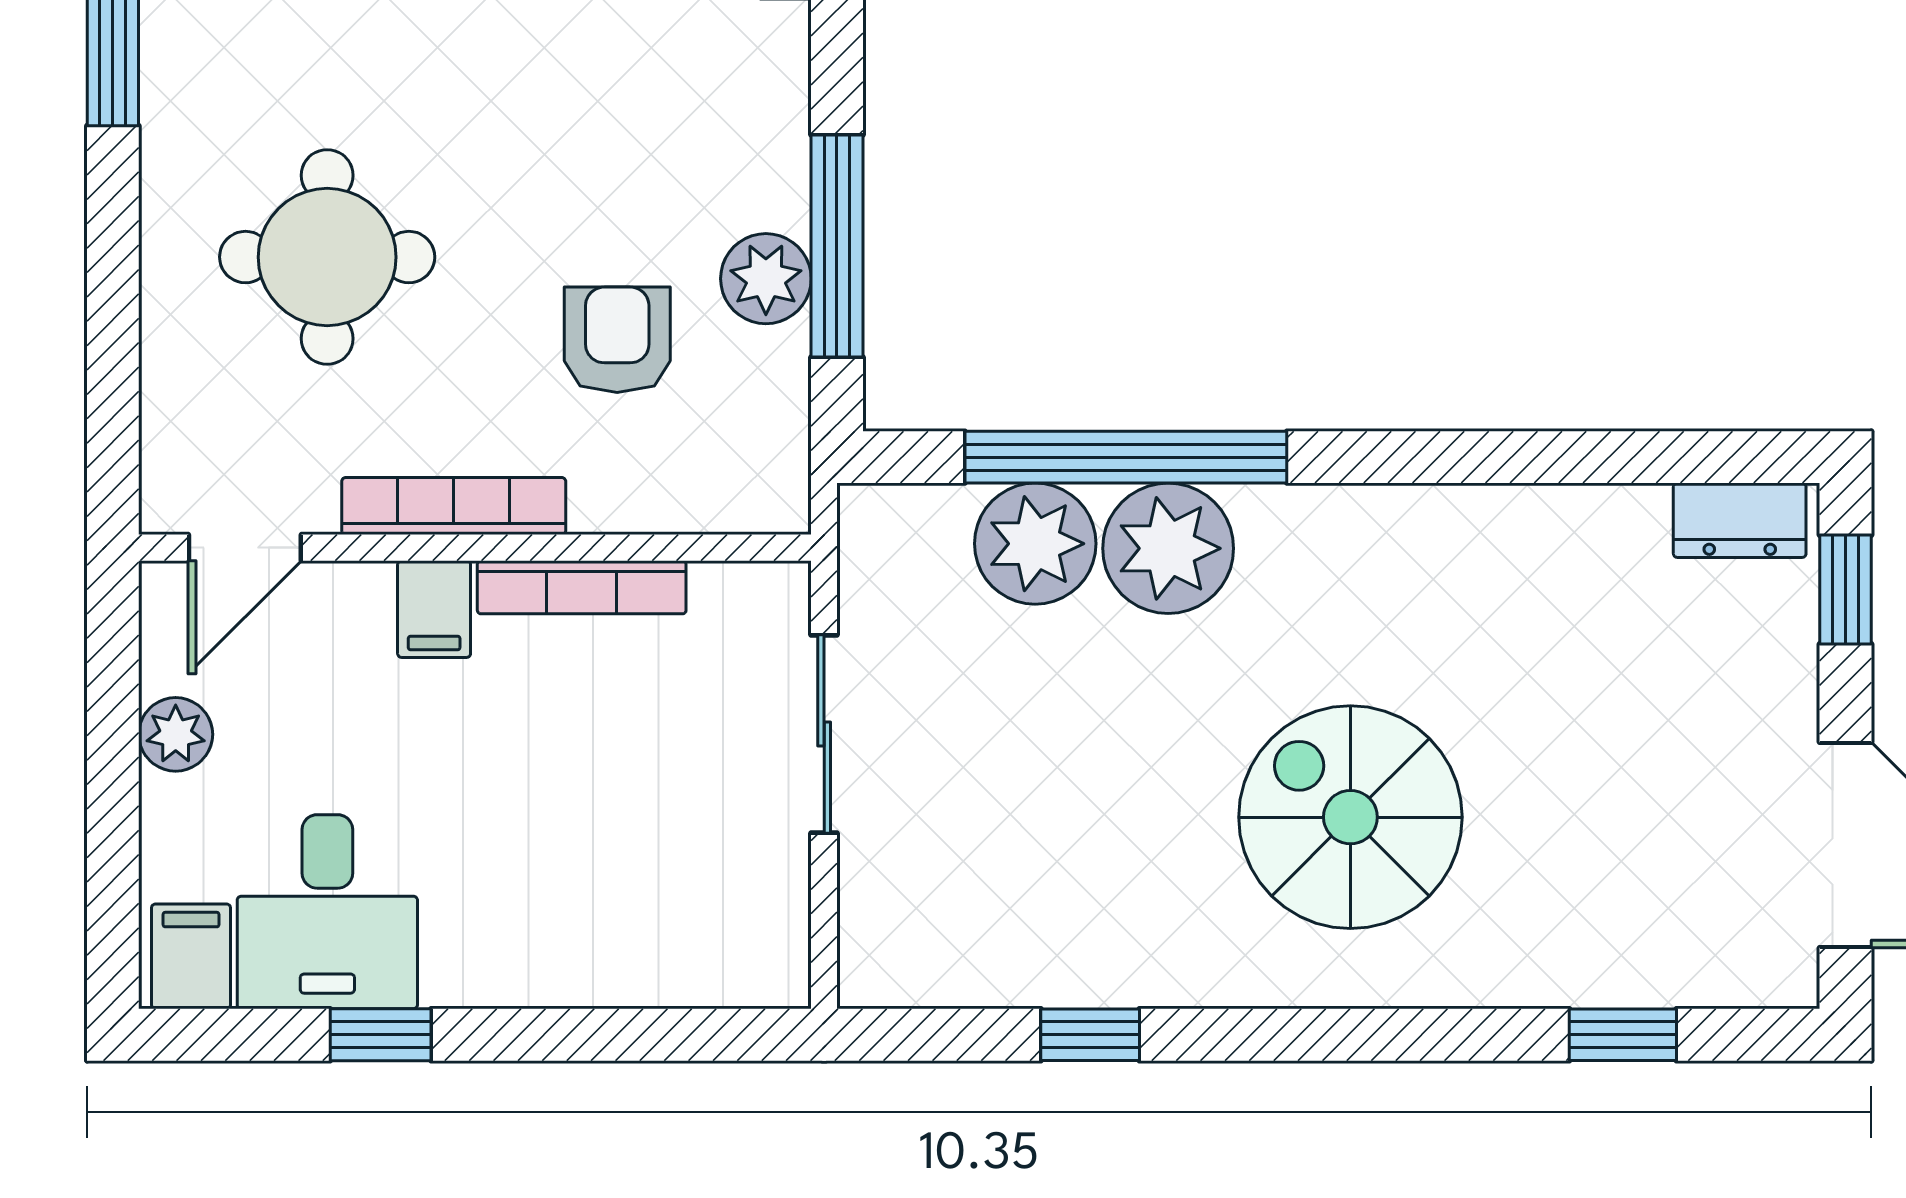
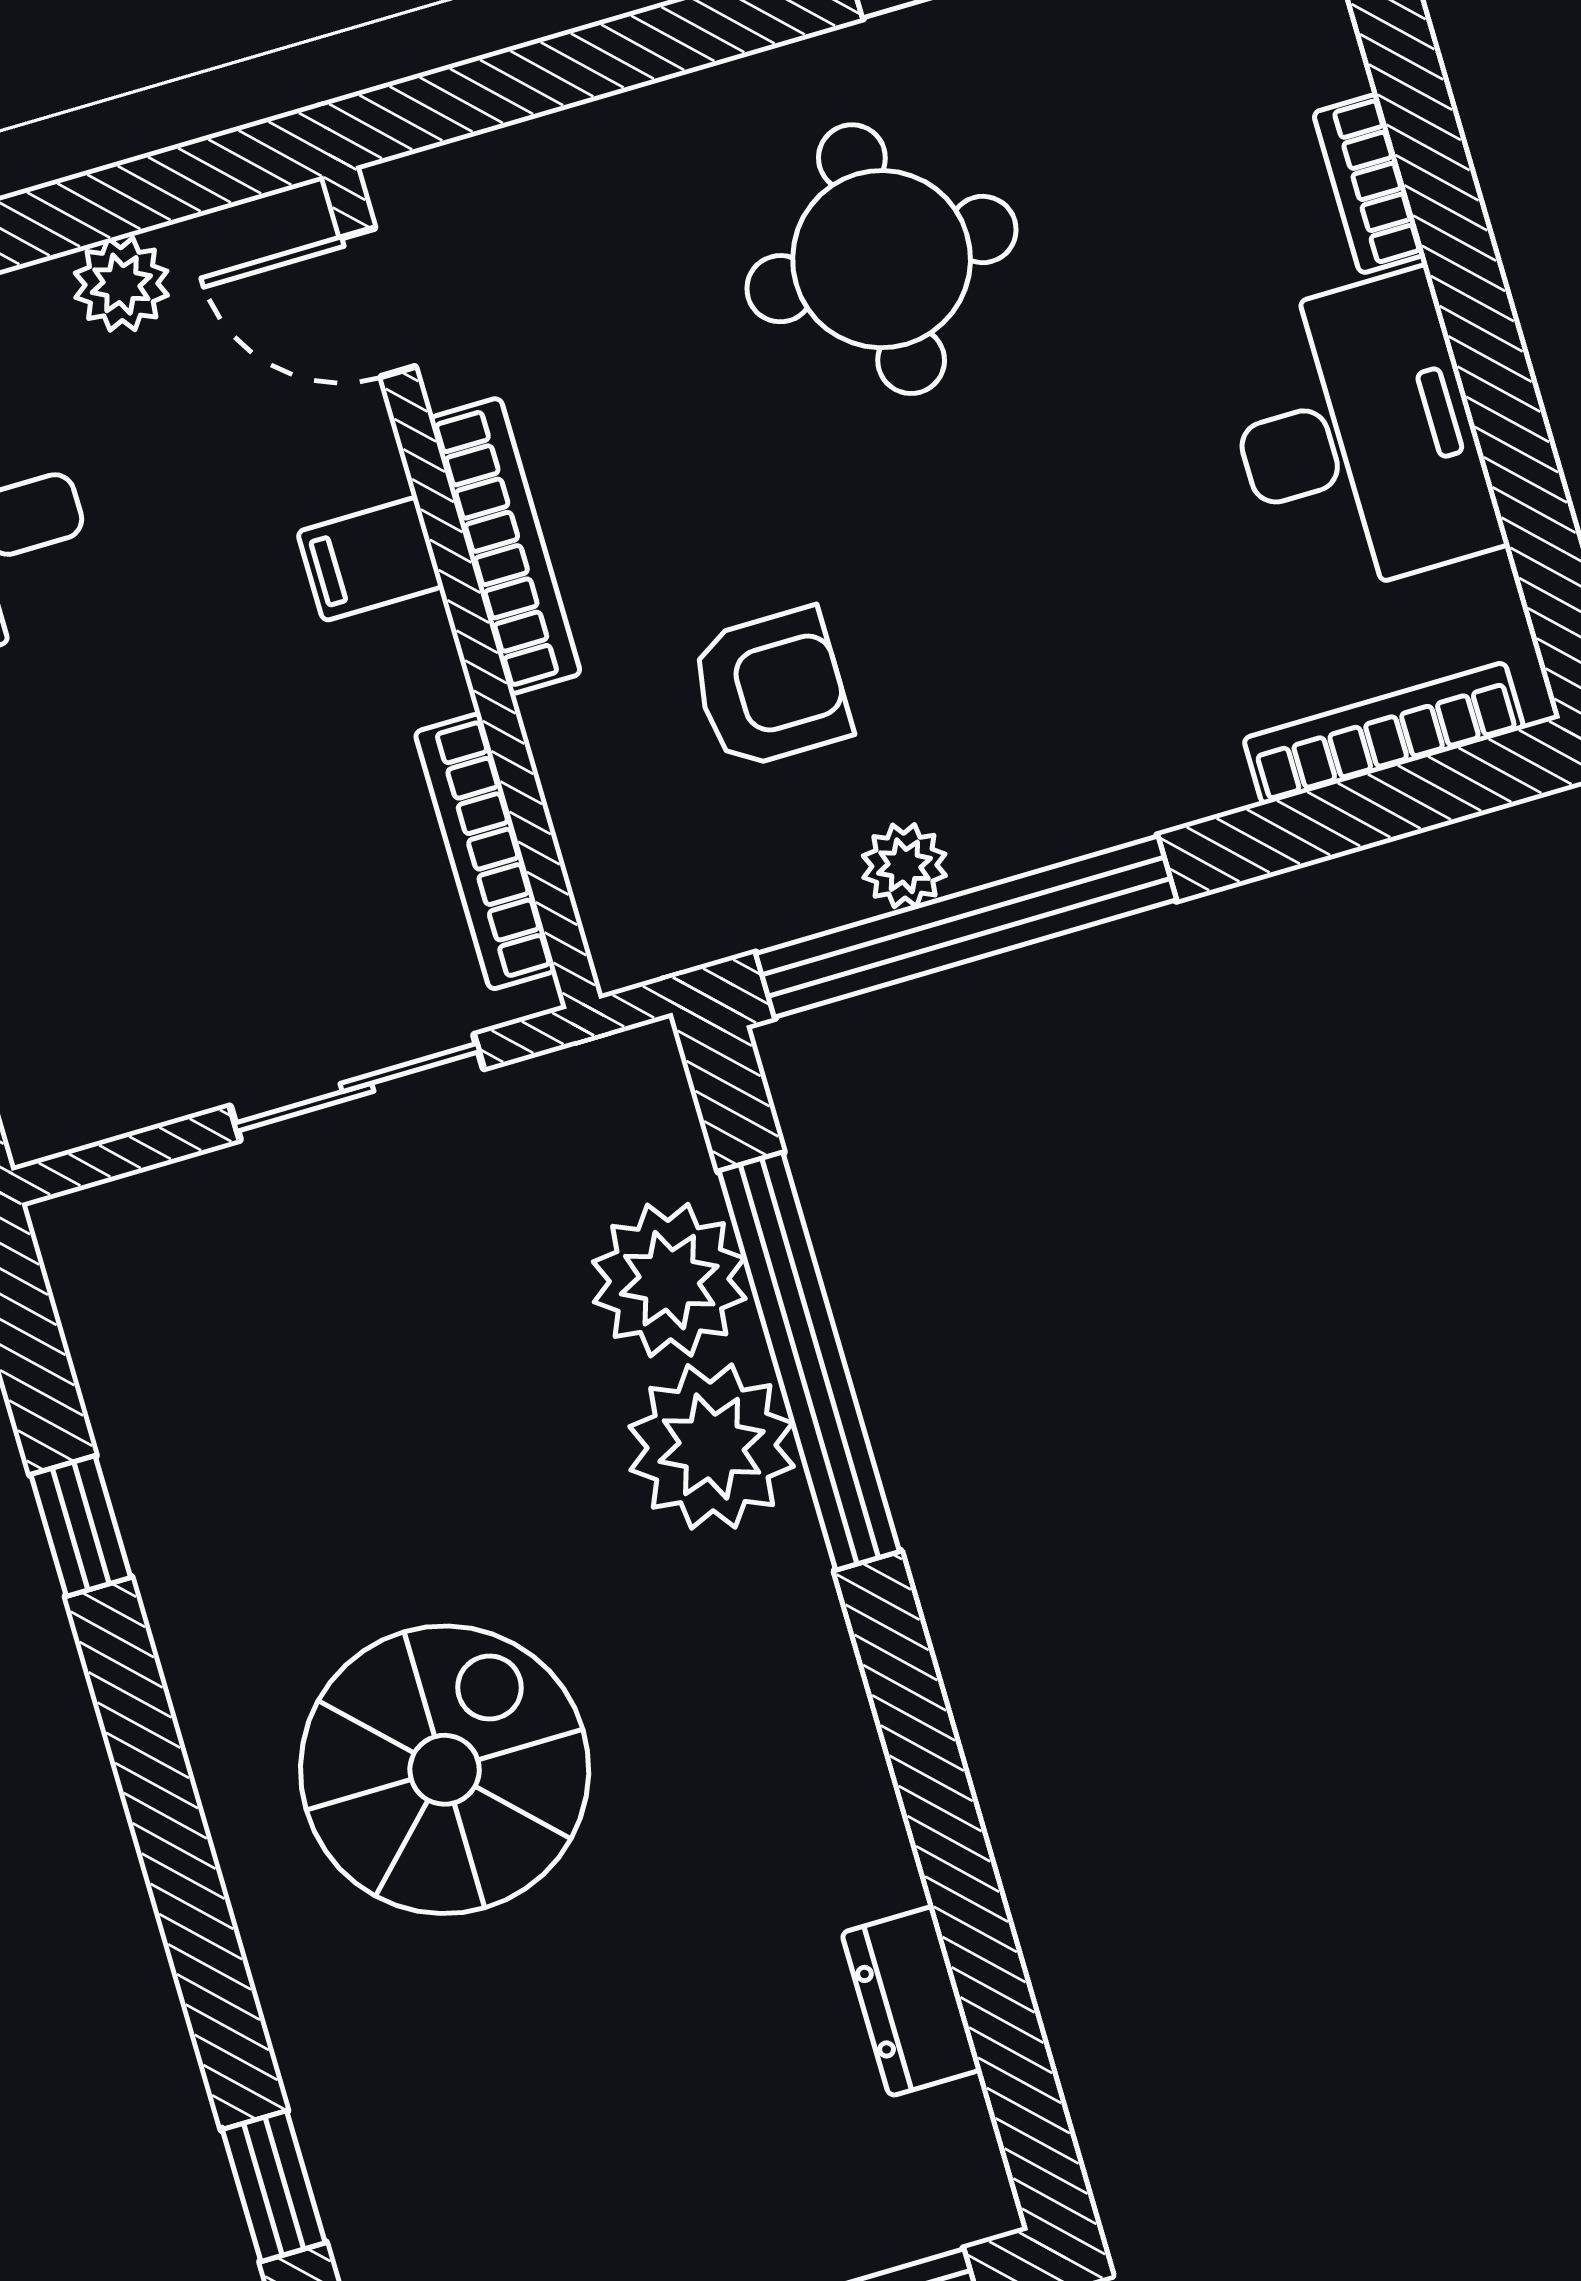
window: (837, 246) -> (966, 927), width x1.46
round table: (327, 257) -> (882, 259), moved
plant: (766, 279) -> (904, 866), width x0.73, depth x0.73
dresser: (1740, 520) -> (912, 2001), moved
bookcase: (582, 587) -> (485, 851), moved

